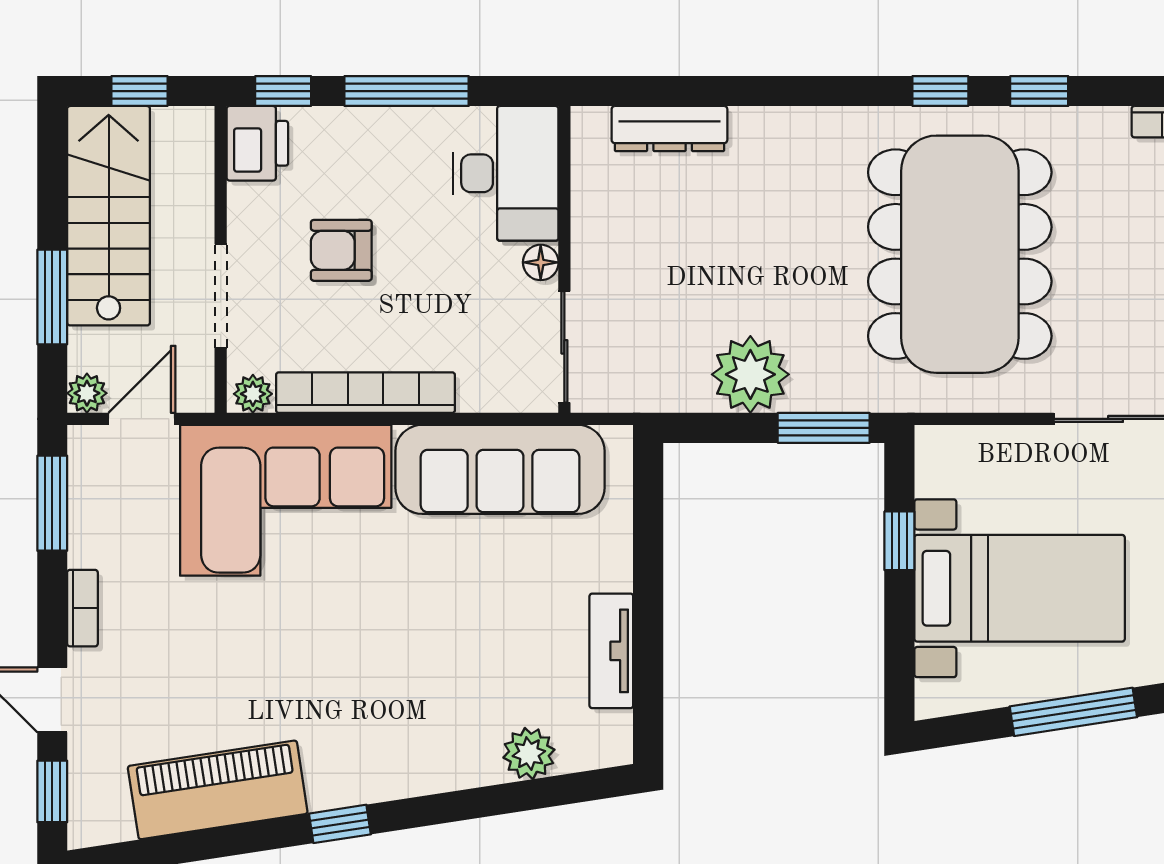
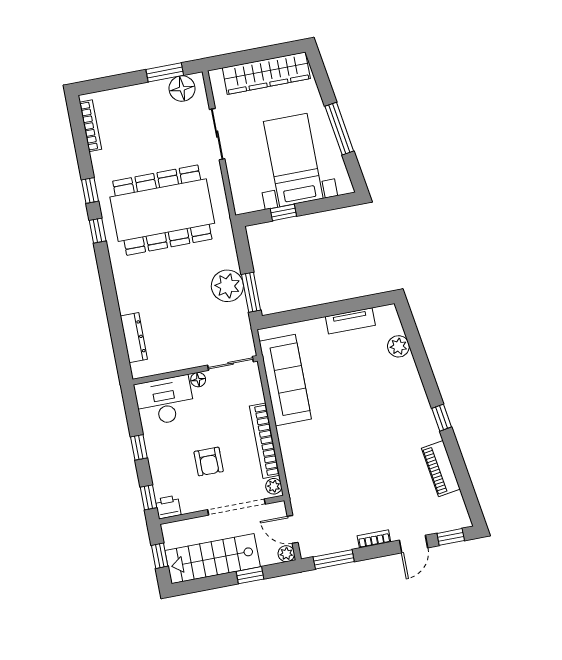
window: (407, 91) -> (139, 447), width x0.46
printer: (257, 143) -> (168, 507), width x0.73, depth x0.81
doorway: (221, 296) -> (236, 507), width x1.36
window: (52, 297) -> (250, 575), width x0.67
window: (824, 428) -> (251, 292), moved
corner sofa: (286, 500) -> (314, 465), removed
piano: (218, 790) -> (441, 469), width x0.73, depth x0.75

